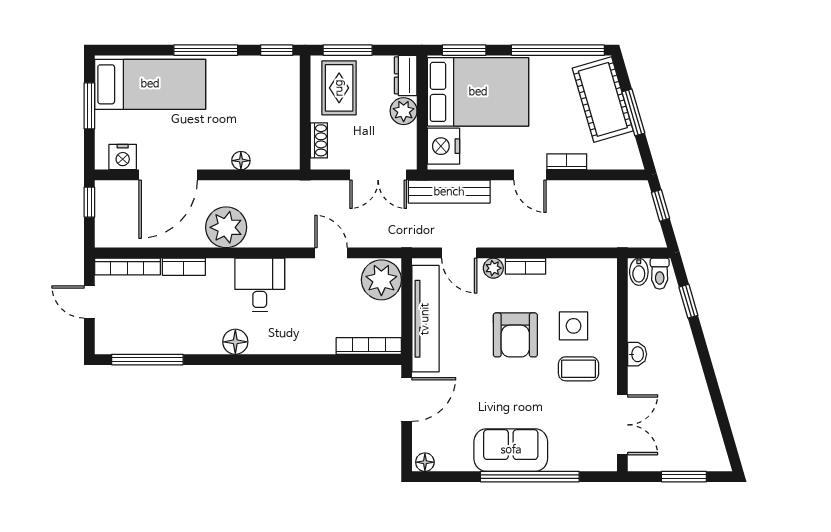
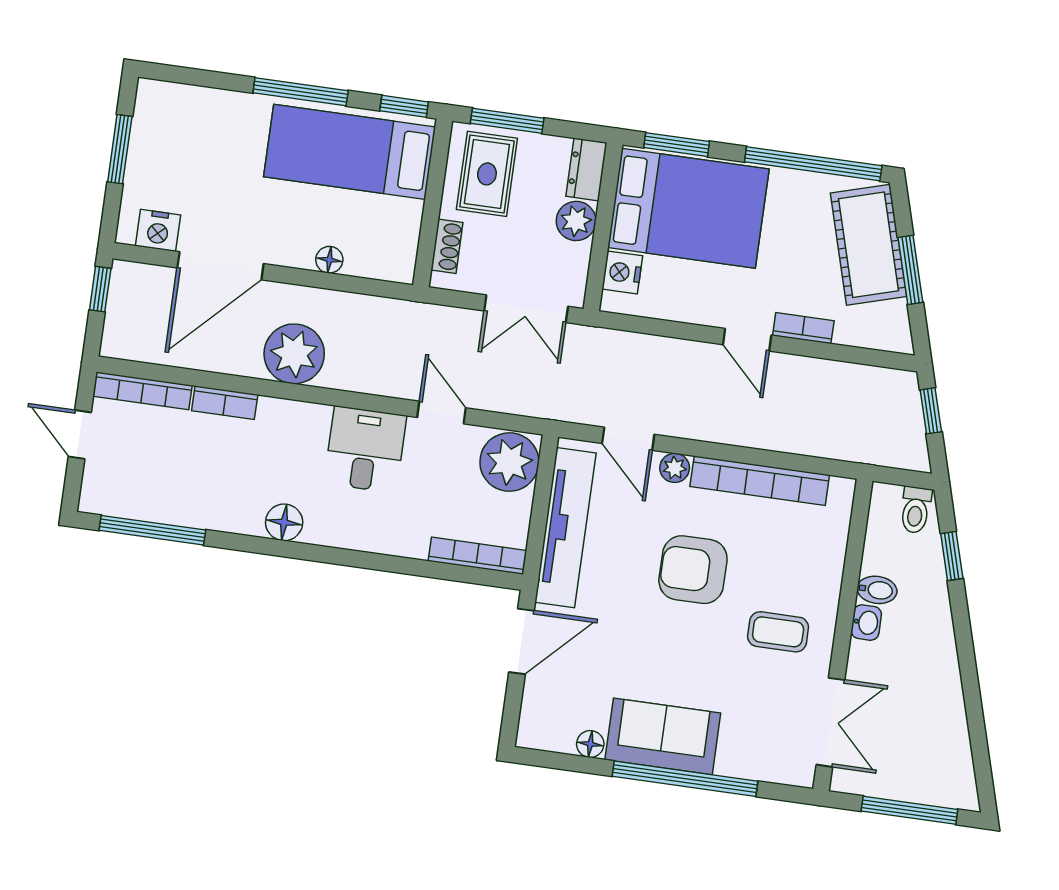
bed: (150, 84) -> (350, 152), moved, turned 180
nightstand: (443, 146) -> (622, 272), width x0.74, depth x0.75
bench: (449, 192) -> (626, 347), removed
bookcase: (525, 266) -> (760, 481), width x2.31, depth x1.31
bidet: (639, 272) -> (877, 590), moved, turned -90
desk: (260, 285) -> (365, 449), moved
side table: (574, 326) -> (780, 568), removed
armchair: (515, 335) -> (693, 570), turned 90
floor lamp: (425, 462) -> (590, 744), moved
window: (684, 477) -> (909, 810), width x1.44

